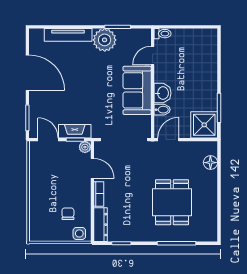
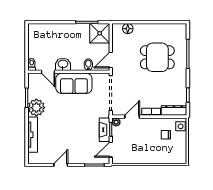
door: (27, 73) -> (61, 165), width x0.53
washbasin: (163, 93) -> (63, 64), moved
door: (168, 140) -> (111, 60), hinge flipped

